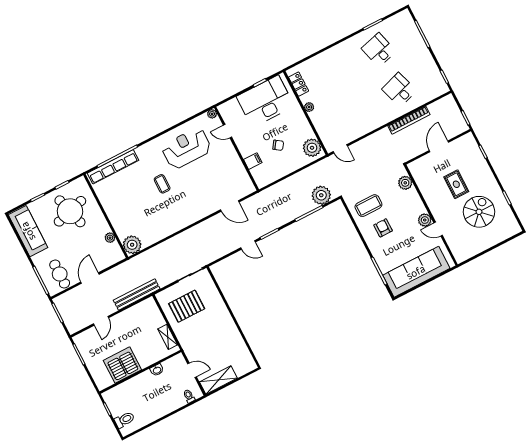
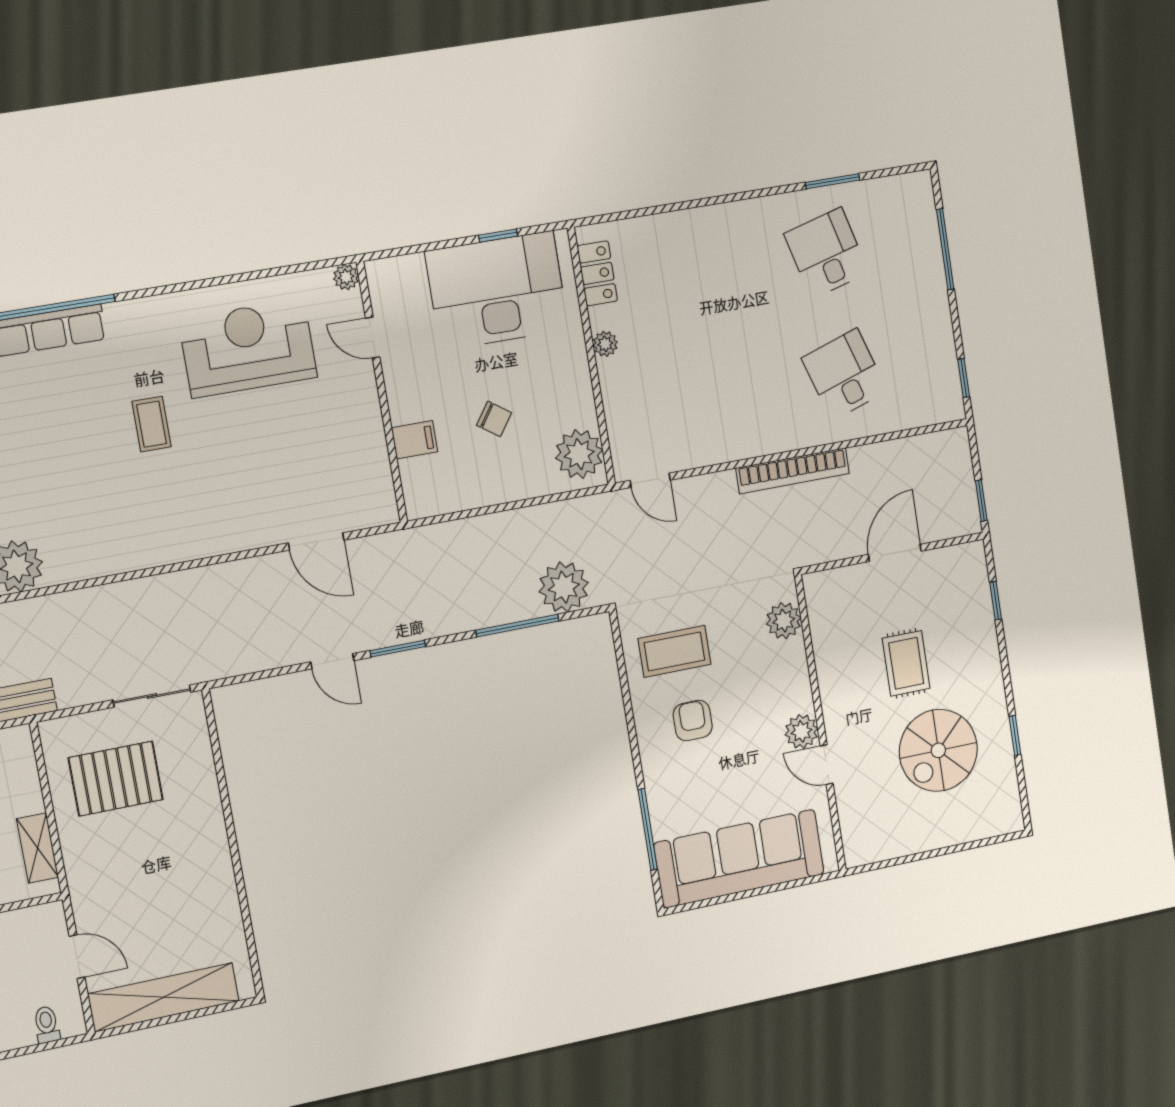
bookcase: (409, 120) -> (793, 471), moved
spiral stairs: (479, 212) -> (938, 750), turned 180
shelving: (218, 380) -> (164, 997), width x1.47

